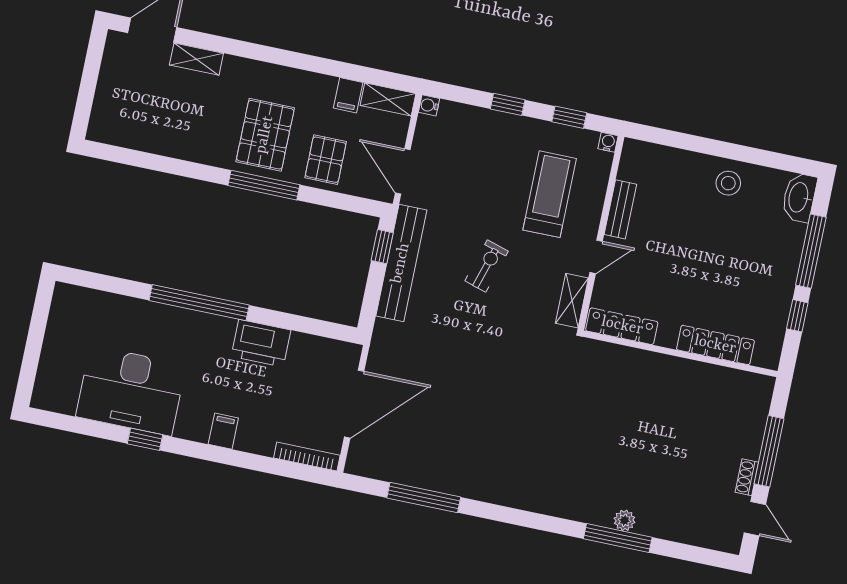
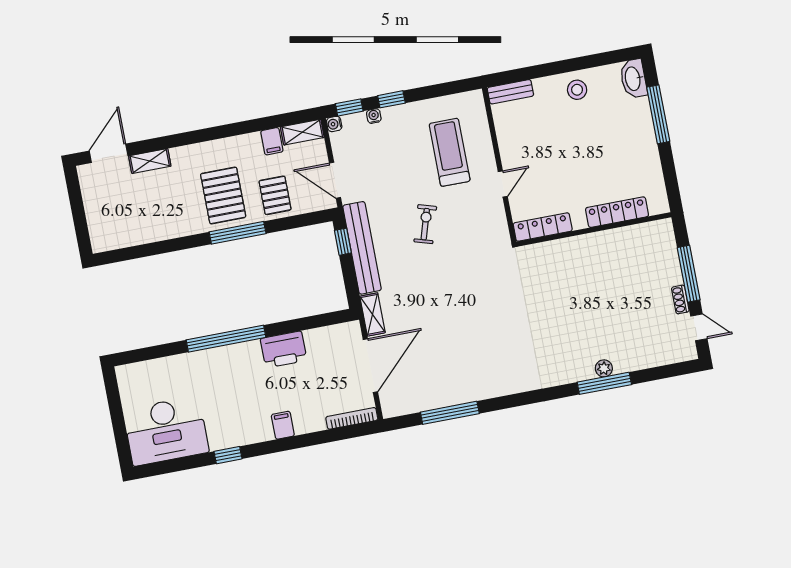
window: (569, 117) -> (349, 107), moved
water cooler: (608, 142) -> (374, 116), moved
bench: (620, 209) -> (510, 92), moved, turned 90
shelving: (572, 301) -> (373, 314), moved
window: (797, 316) -> (668, 166), removed
desk: (131, 391) -> (166, 431), moved

